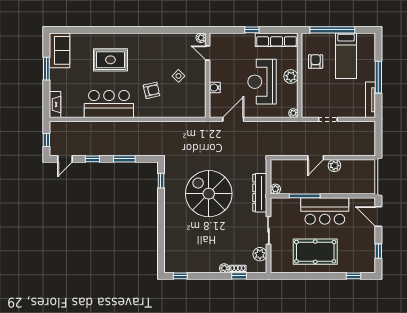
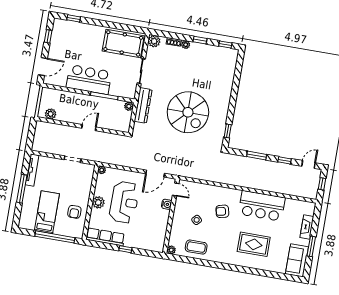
coffee table: (174, 46) -> (196, 247), added
door: (208, 53) -> (176, 189), moved
fireplace: (55, 105) -> (307, 227), moved
plant: (334, 166) -> (51, 114), moved
door: (378, 217) -> (43, 67), hinge flipped
pool table: (315, 252) -> (123, 43), moved
plant: (260, 254) -> (154, 41), moved
window: (239, 276) -> (200, 40), moved

